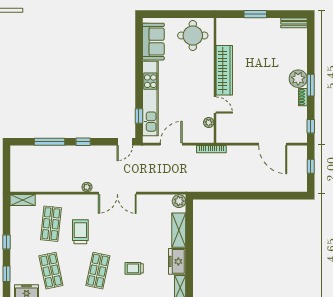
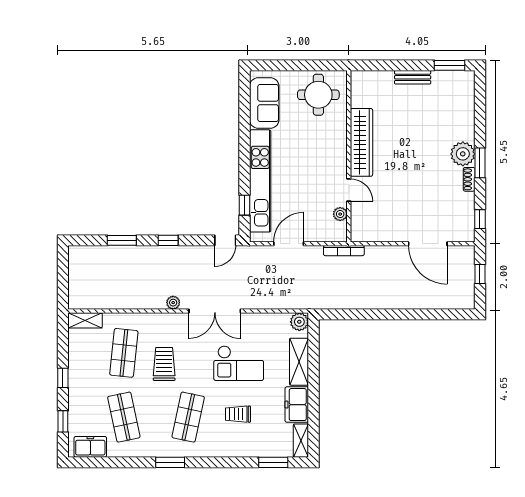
window: (255, 14) -> (450, 65), moved
bench: (294, 23) -> (413, 77), moved
window: (49, 142) -> (122, 240), width x0.69
checkout: (135, 231) -> (239, 363), added

